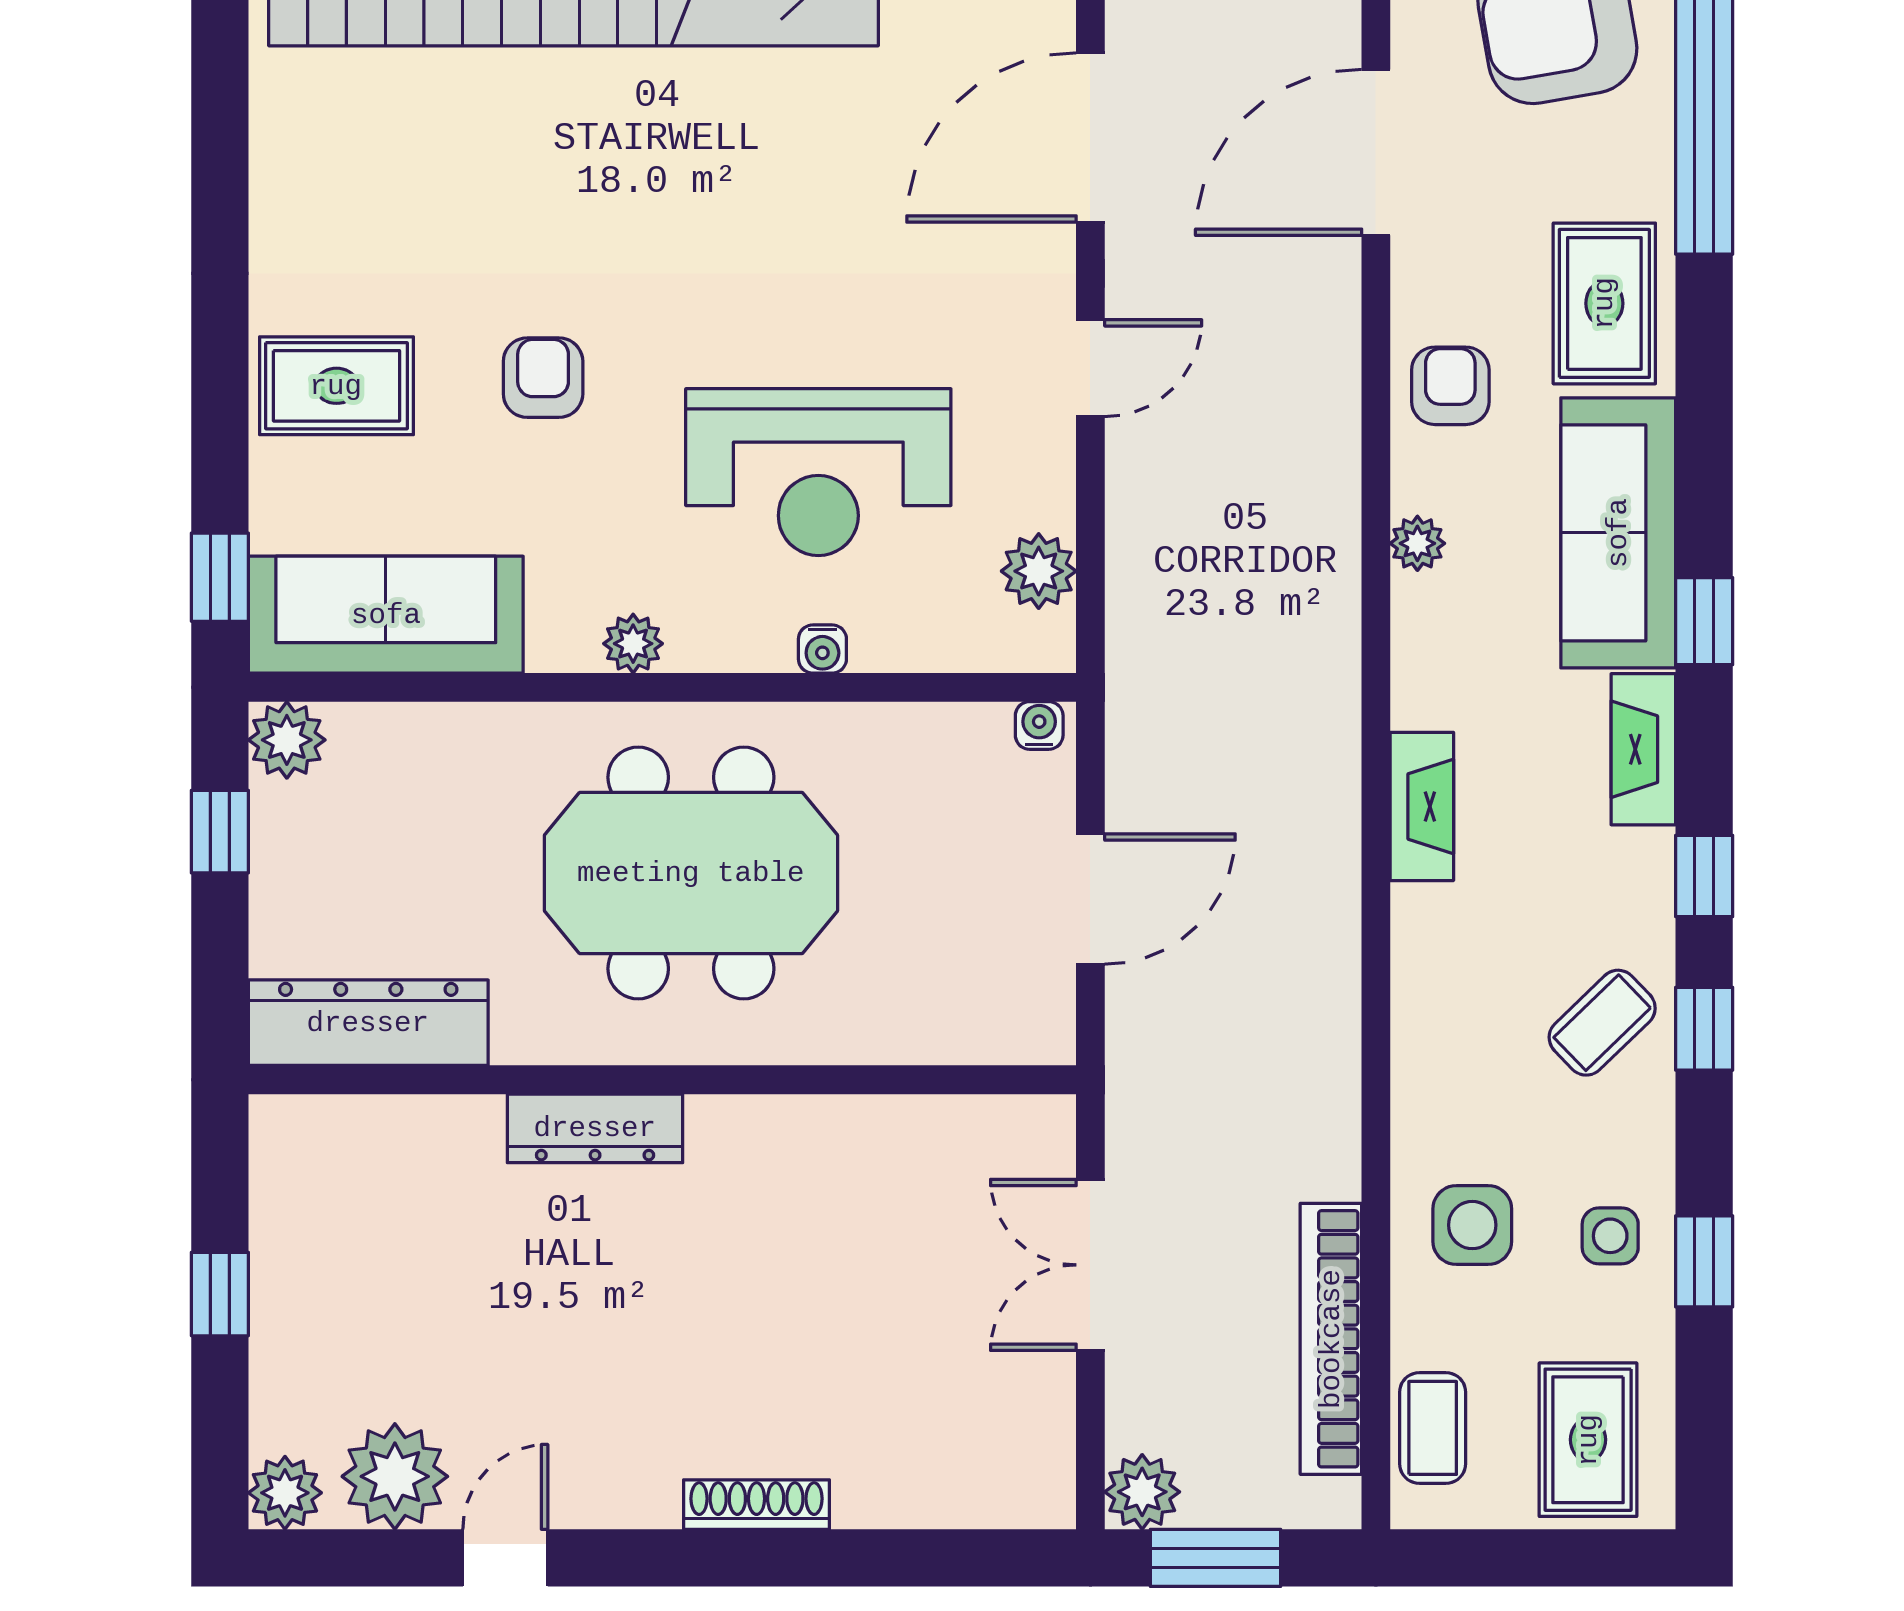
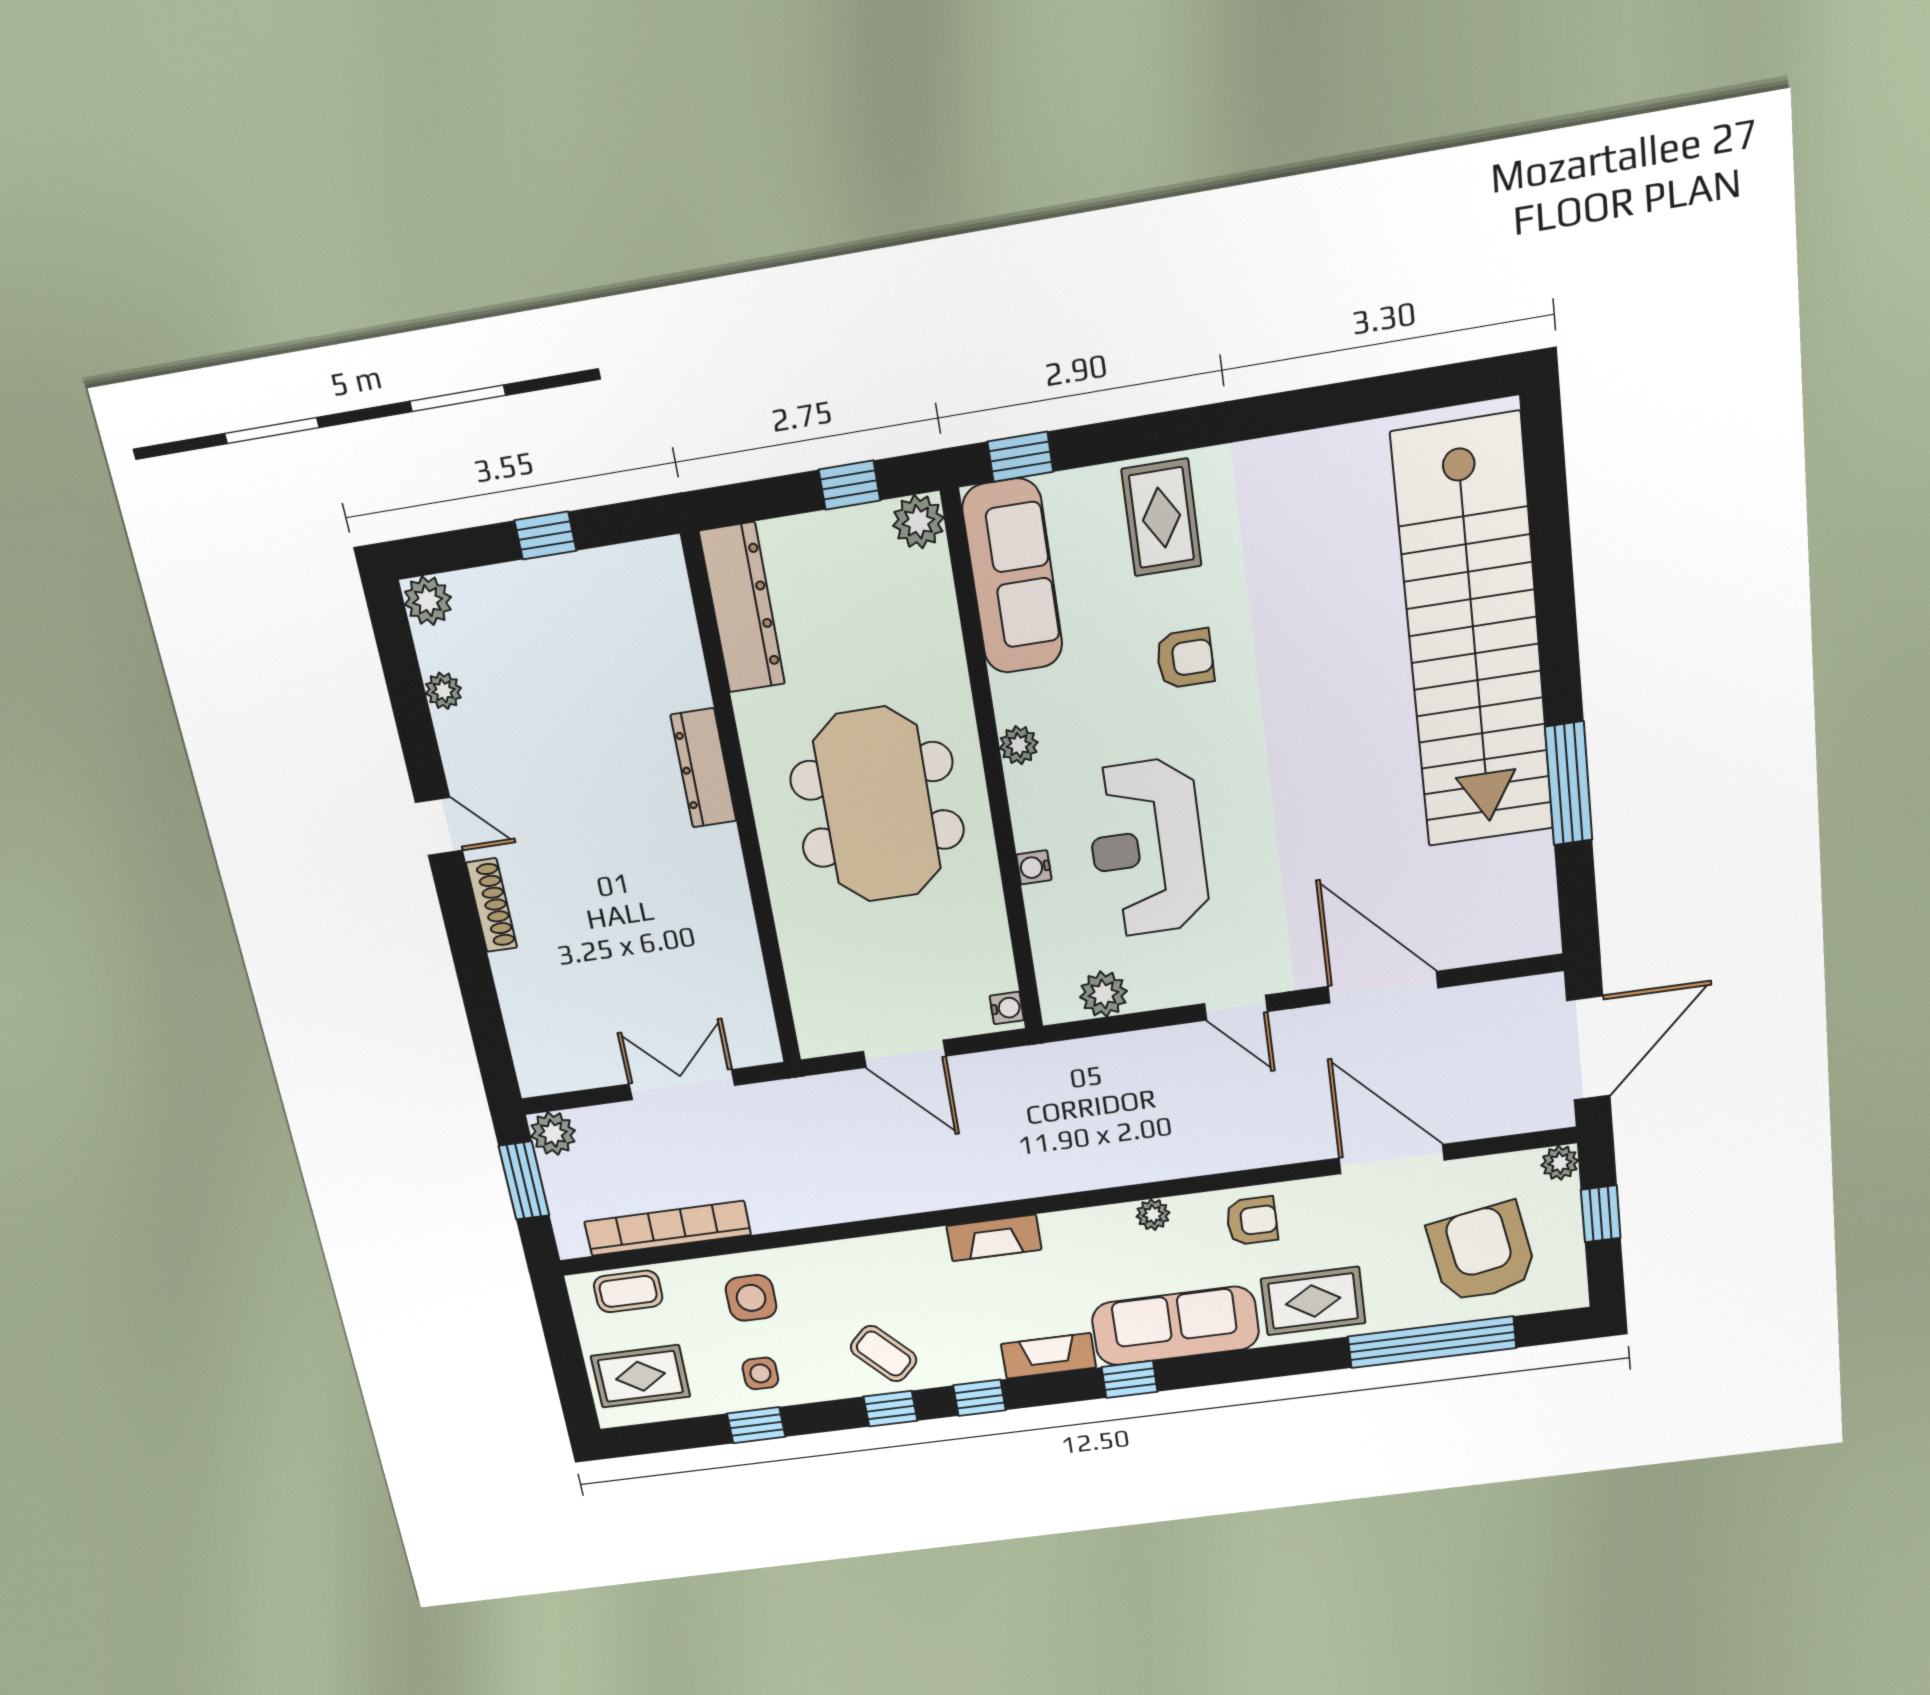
plant: (395, 1476) -> (443, 691), width x0.53, depth x0.53
door: (505, 1558) -> (439, 826), moved

